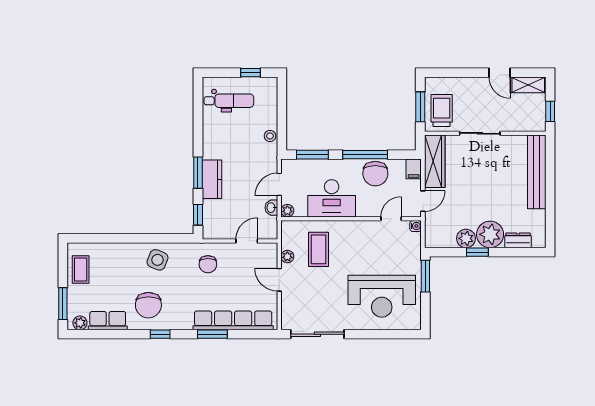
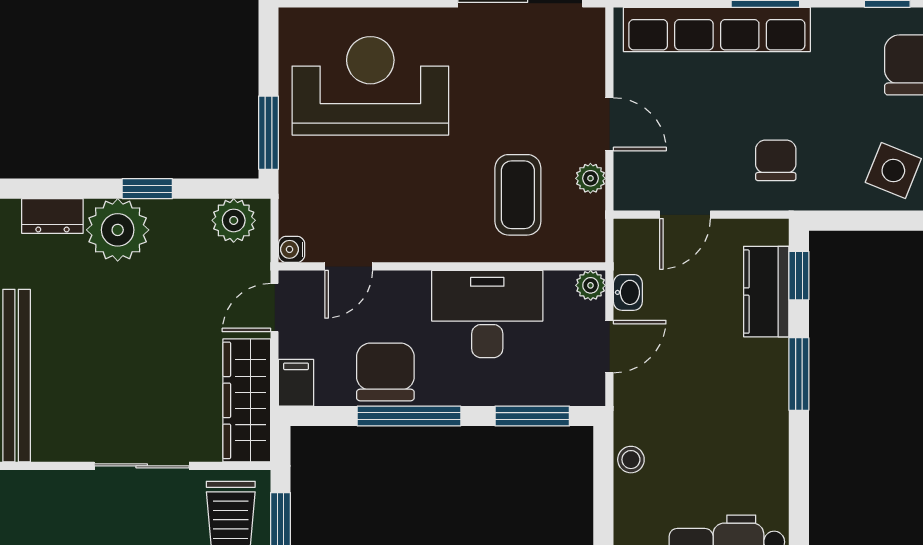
kitchen counter: (212, 179) -> (766, 292), moved
plant: (466, 238) -> (234, 220), moved

